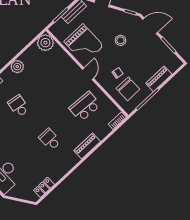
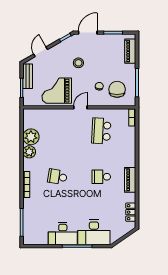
plant: (45, 43) -> (31, 137), moved
grand piano: (84, 44) -> (57, 91), turned 180
door: (88, 74) -> (80, 107), hinge flipped
piano: (159, 79) -> (130, 51), moved
chair: (128, 89) -> (117, 89), turned -90
piano: (87, 146) -> (130, 180), moved

